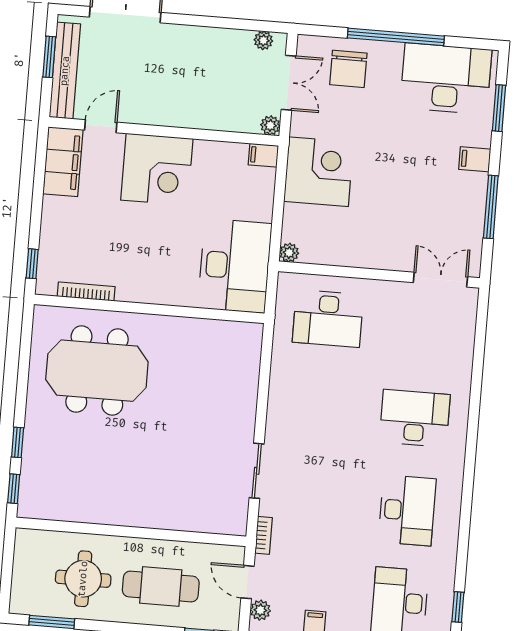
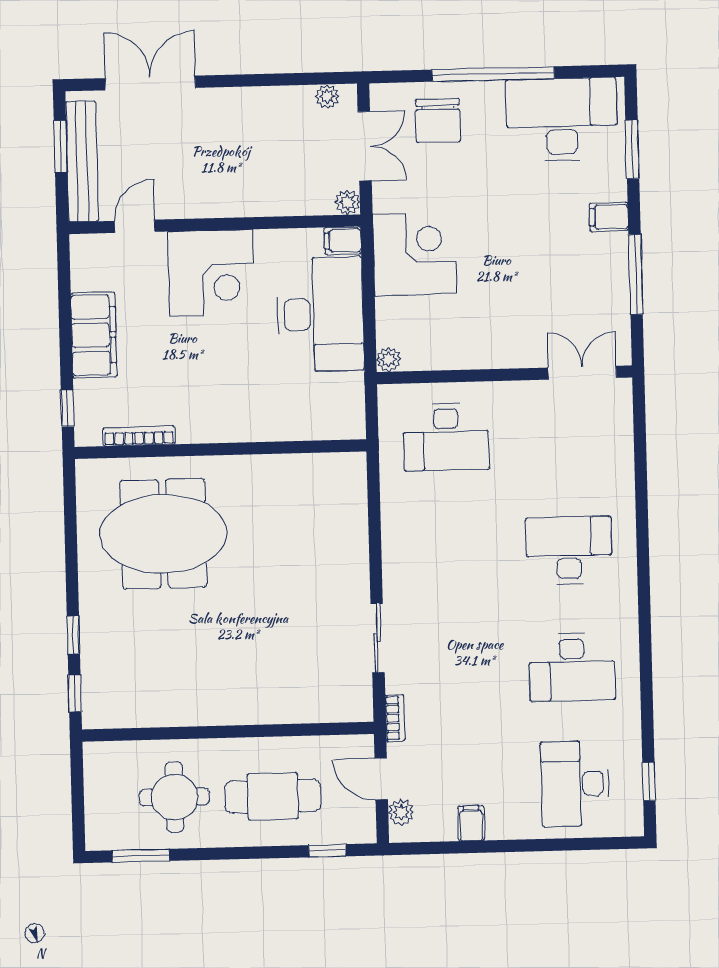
filing cabinet: (63, 162) -> (94, 335), moved
desk: (235, 266) -> (320, 314), moved
desk: (407, 510) -> (572, 667), turned 90

